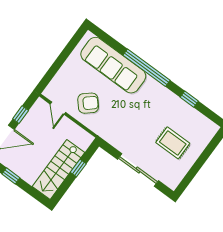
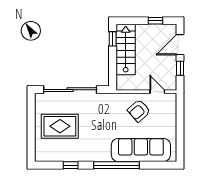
rug: (173, 143) -> (60, 126), width x1.36, depth x1.43
window: (78, 168) -> (113, 39), moved
sliding door: (138, 170) -> (70, 90), width x1.36

